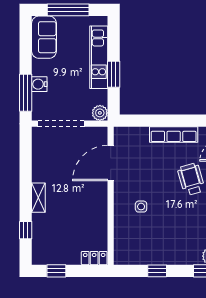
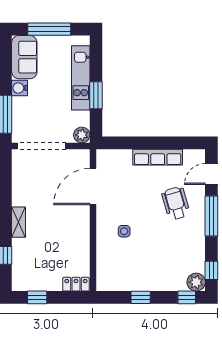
water cooler: (39, 84) -> (20, 88), moved

